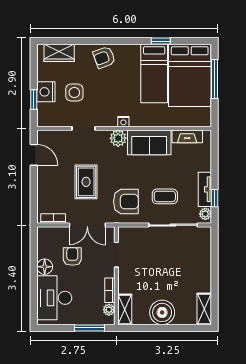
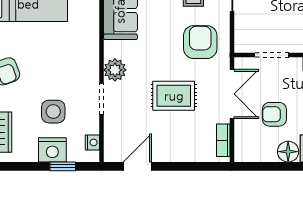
nightstand: (123, 122) -> (92, 142), moved
plant: (118, 138) -> (115, 70), moved

